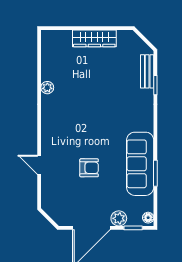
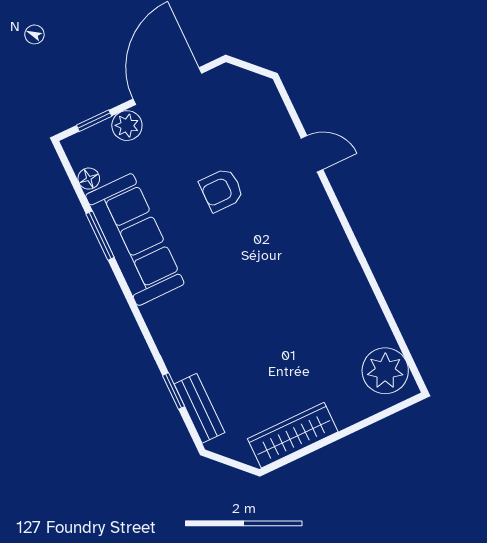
wardrobe: (94, 38) -> (293, 435), moved
plant: (47, 88) -> (385, 371), moved, width x1.87, depth x1.87
floor lamp: (148, 218) -> (89, 179), moved

